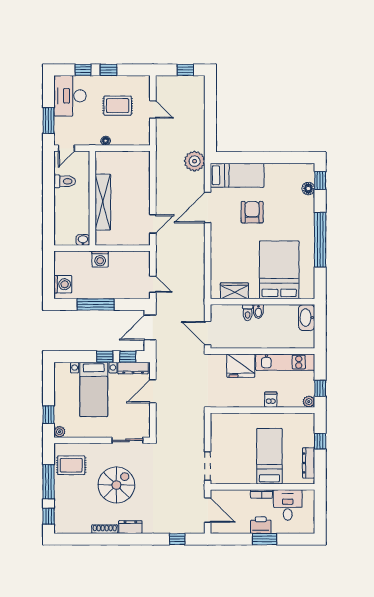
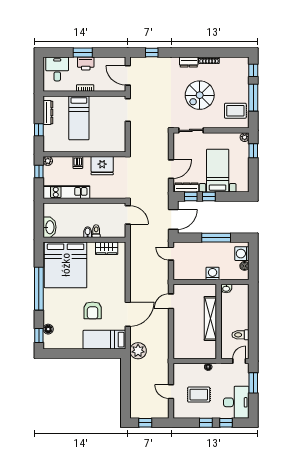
boiler: (60, 269) -> (244, 266), added
bed: (279, 270) -> (66, 265), width x1.36
fridge: (241, 366) -> (102, 166), moved, turned 180
desk: (288, 505) -> (57, 69), moved, turned 180

